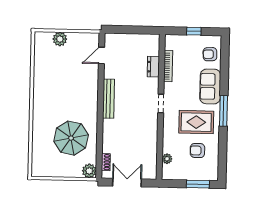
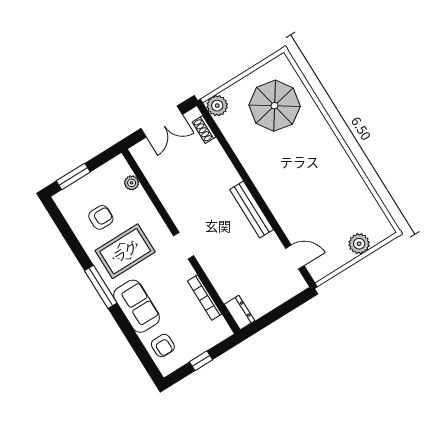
armchair: (210, 54) -> (163, 346), turned 93
door: (102, 55) -> (295, 257), hinge flipped
dresser: (153, 67) -> (240, 313), moved
parasol: (71, 138) -> (275, 106), moved

